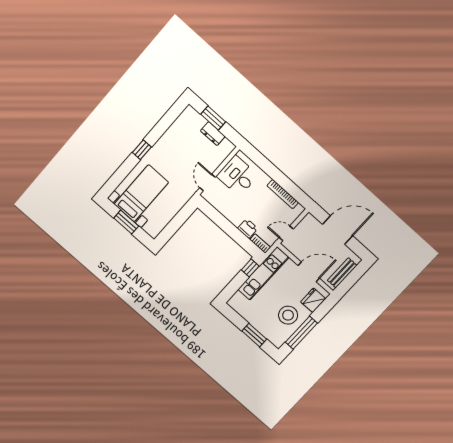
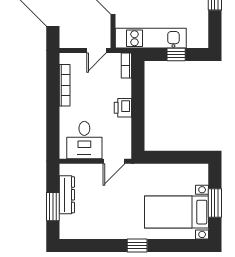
dresser: (213, 134) -> (67, 195), width x1.44
printer: (248, 228) -> (123, 108), moved
door: (286, 233) -> (97, 51), hinge flipped
window: (250, 268) -> (176, 55), moved

